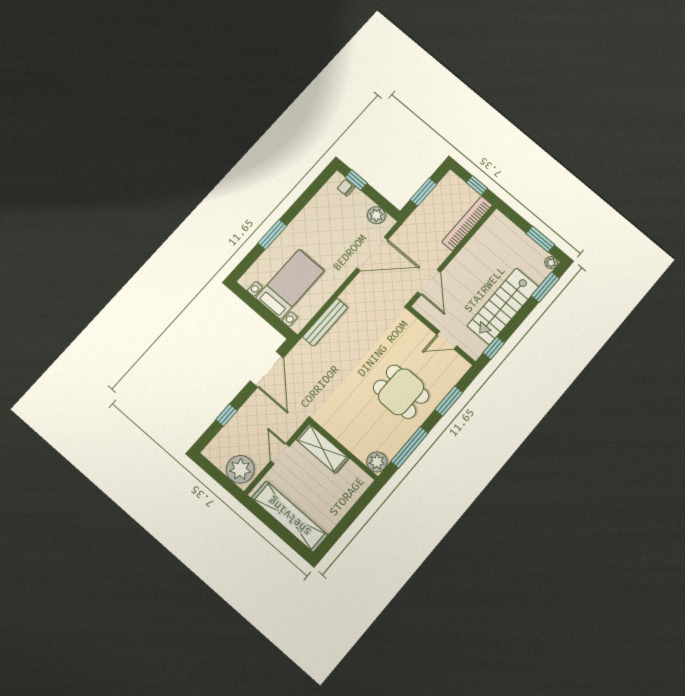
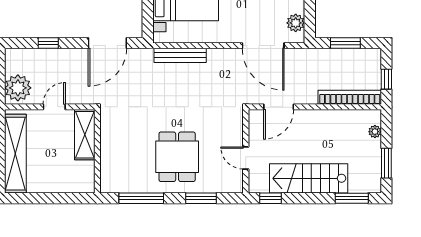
plant: (551, 263) -> (375, 132), moved
plant: (377, 462) -> (110, 183), removed

